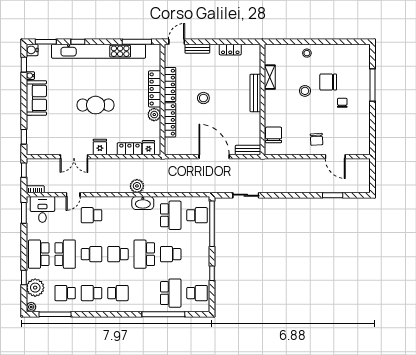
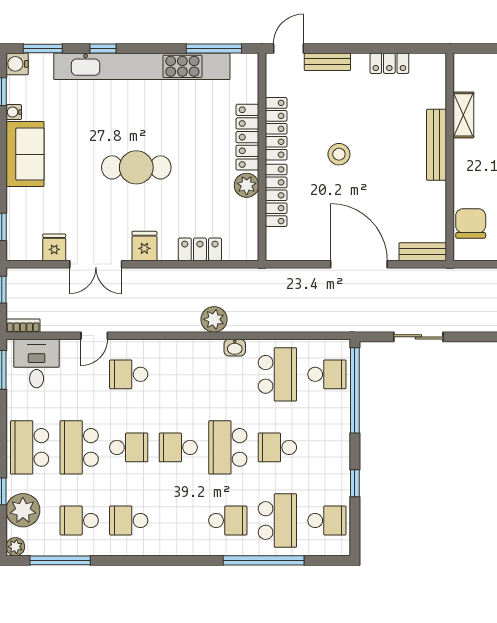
fridge: (148, 148) -> (54, 247), moved
washbasin: (143, 203) -> (235, 348), width x0.52, depth x0.69
school desk: (65, 254) -> (79, 447), turned 180
school desk: (118, 293) -> (228, 521), moved

